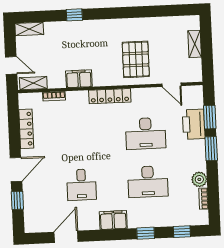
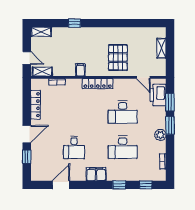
filing cabinet: (79, 79) -> (80, 70), width x0.50
printer: (194, 124) -> (158, 95), moved
plant: (199, 179) -> (160, 135), moved

